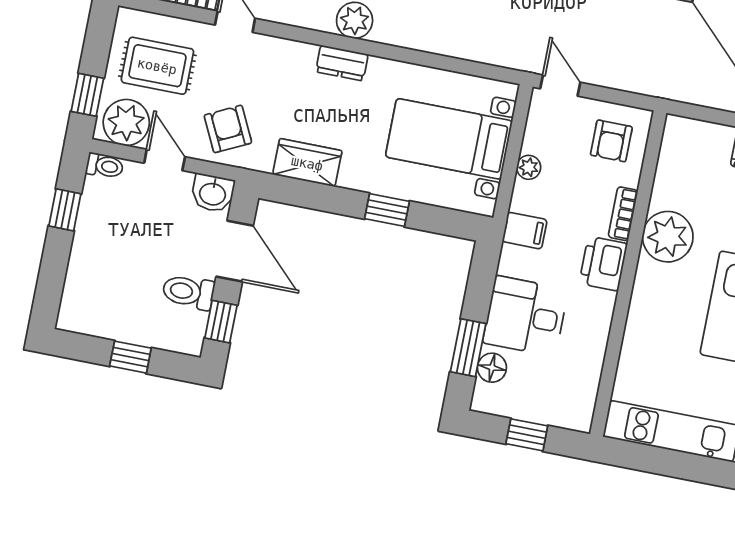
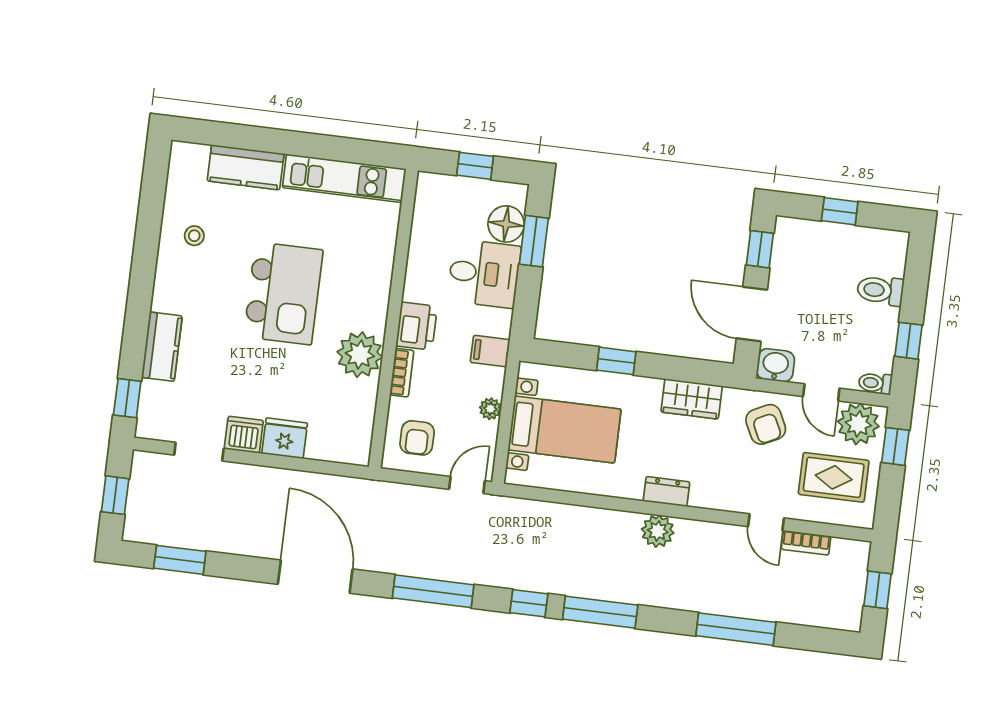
door: (560, 85) -> (467, 485), swing flipped
armchair: (611, 141) -> (417, 438), turned 180
toilet: (188, 292) -> (880, 290), moved, turned 180
floor lamp: (492, 368) -> (506, 224), width x1.38, depth x1.38

